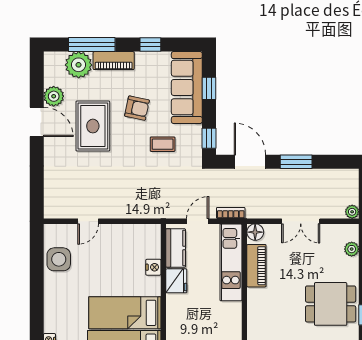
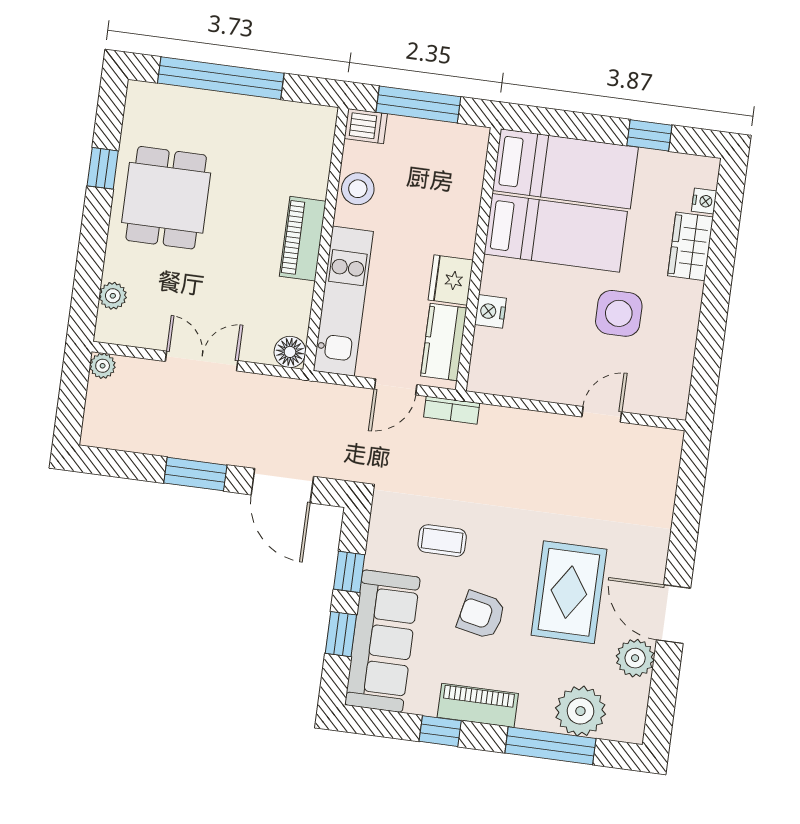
piano: (114, 61) -> (478, 705), moved
window: (209, 138) -> (349, 572), moved
bookcase: (231, 213) -> (452, 410), moved
side table: (59, 259) -> (619, 313), moved
piano: (256, 266) -> (303, 239), moved
dining table: (331, 304) -> (166, 198), turned 90
wardrobe: (53, 315) -> (690, 246), added
stool: (231, 322) -> (358, 189), added

